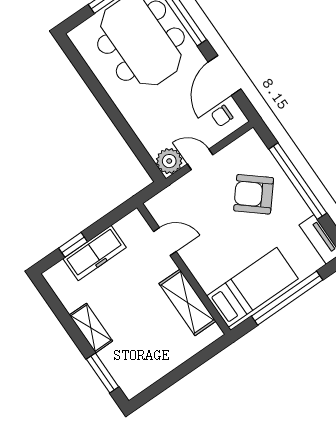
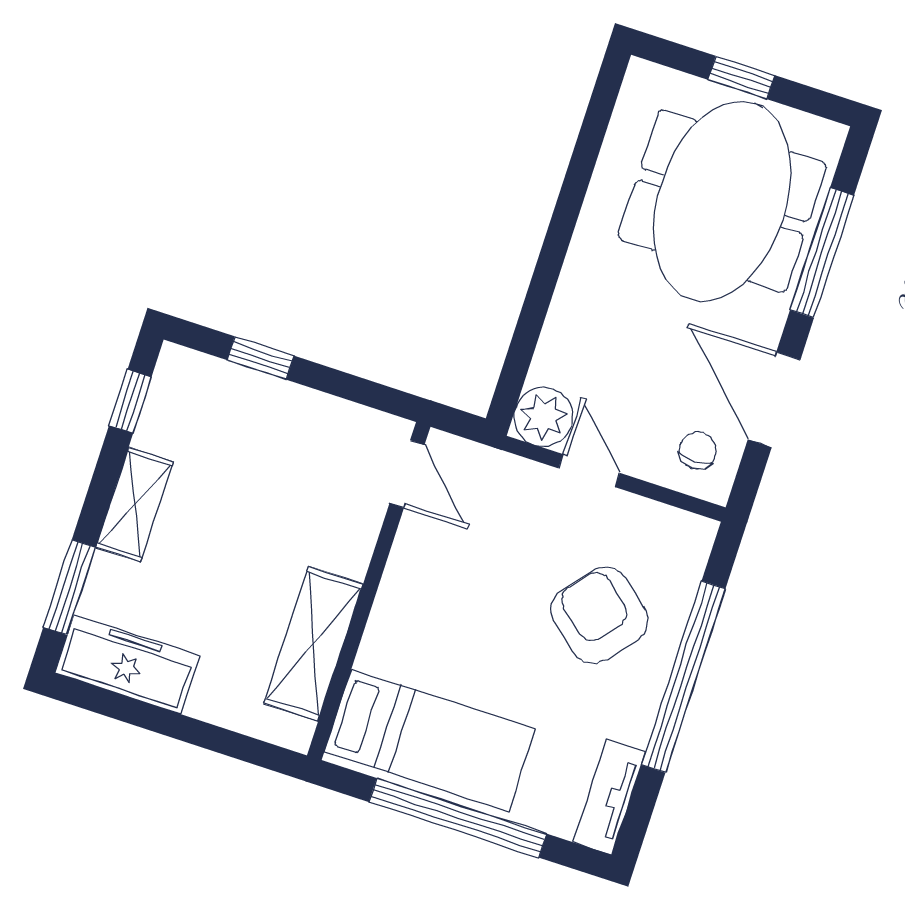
door: (225, 75) -> (774, 400), hinge flipped
chair: (222, 116) -> (698, 450), turned 90
door: (165, 242) -> (407, 474), moved
freezer: (95, 253) -> (127, 664), moved, turned 180
window: (53, 302) -> (130, 401), added

